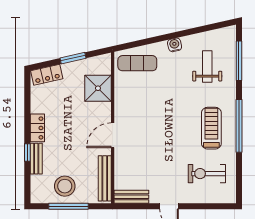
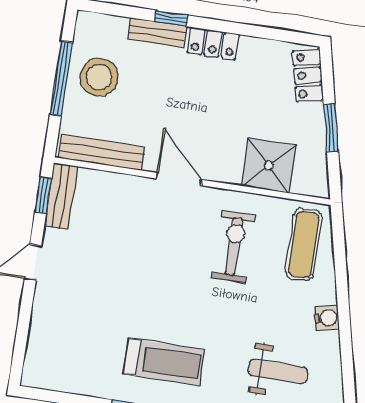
exercise bike: (207, 174) -> (234, 247), moved
window: (132, 206) -> (43, 195), added

